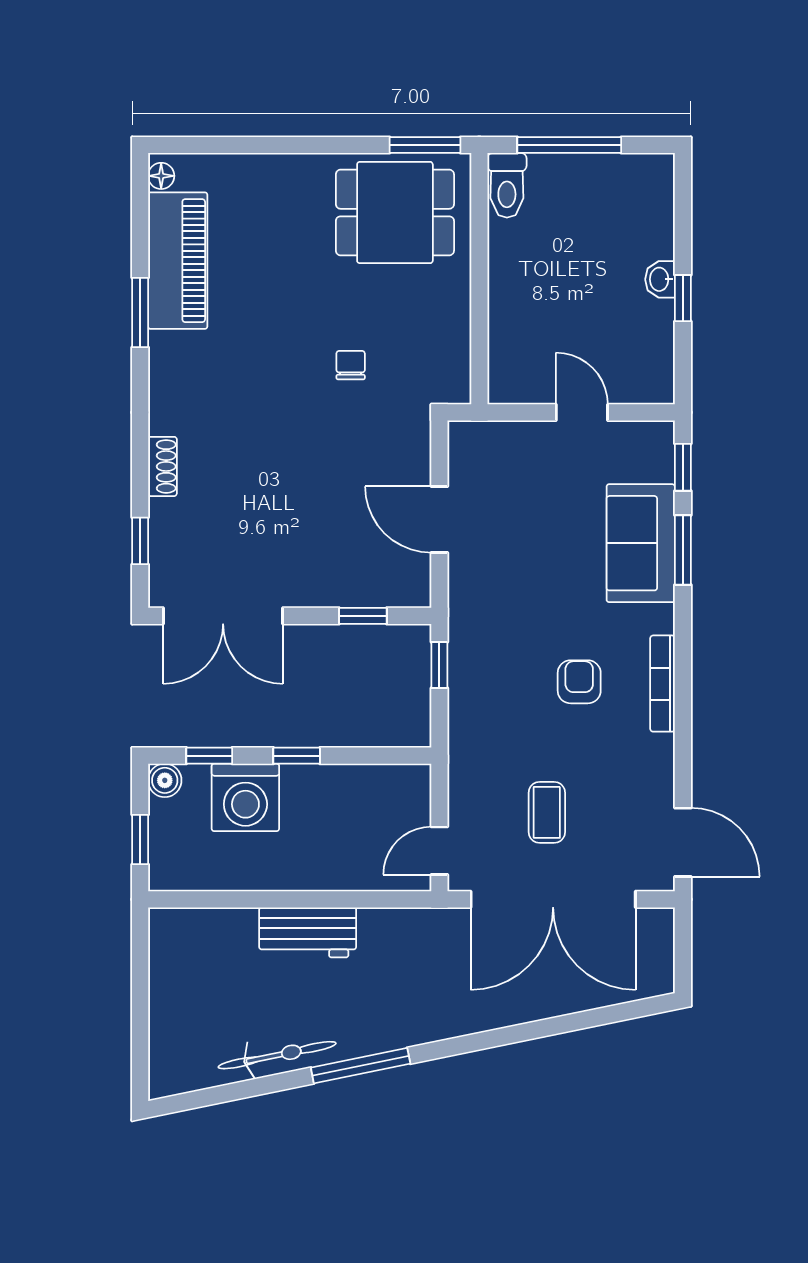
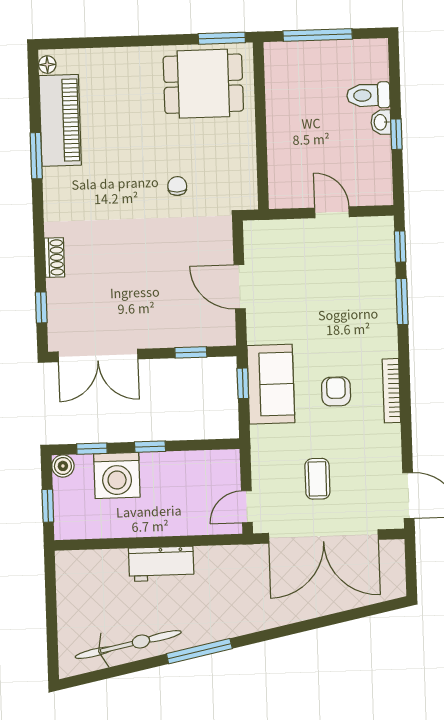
toilet: (507, 185) -> (368, 95), moved, turned 90
sofa: (641, 543) -> (271, 384), moved, turned 180
bicycle: (277, 1055) -> (128, 645), width x1.37, depth x1.40

